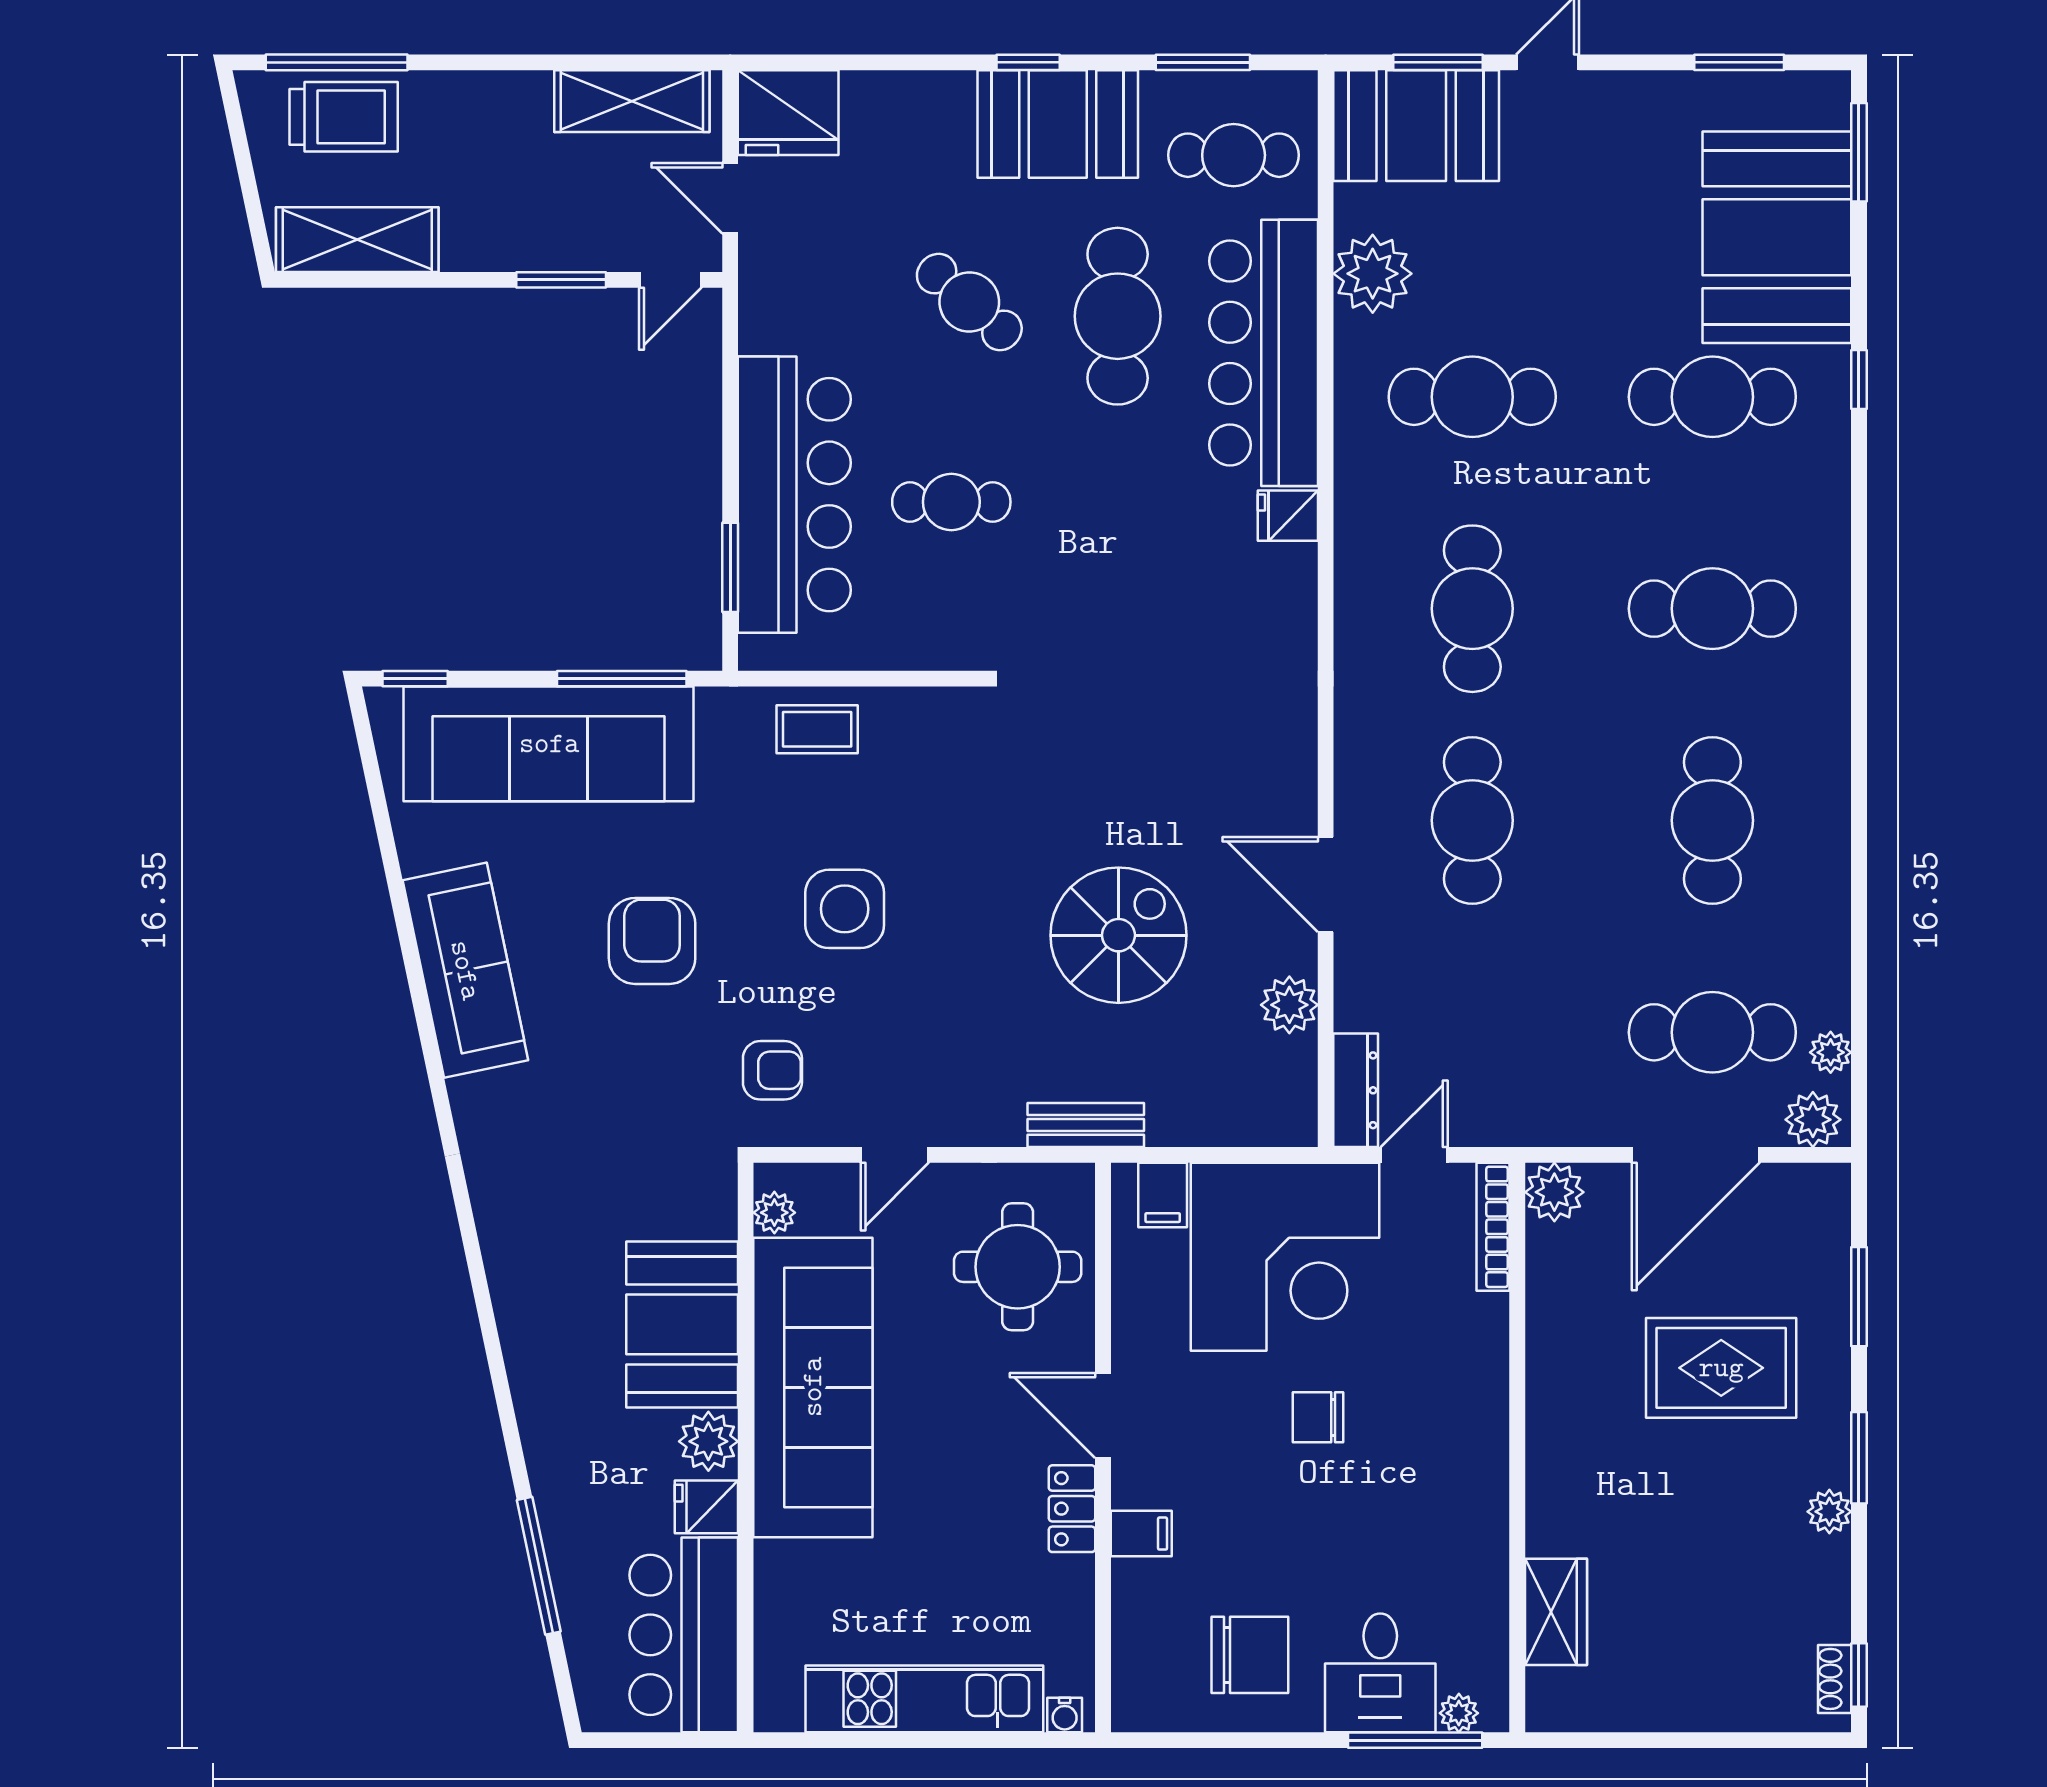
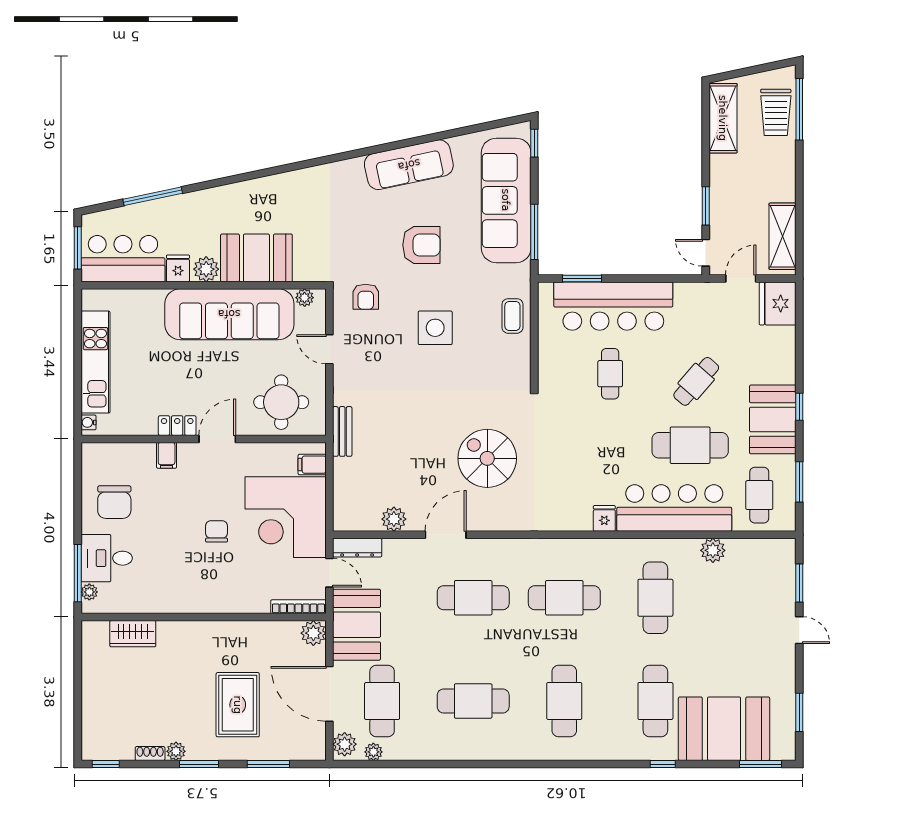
booth: (1416, 126) -> (357, 625), moved
plant: (1373, 274) -> (713, 550), width x0.73, depth x0.73
spiral stairs: (1118, 935) -> (487, 458), moved, turned 180
shoe rack: (1835, 1679) -> (150, 754), moved
window: (659, 1740) -> (78, 248), added

